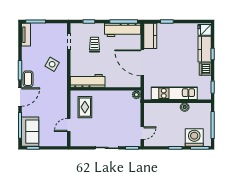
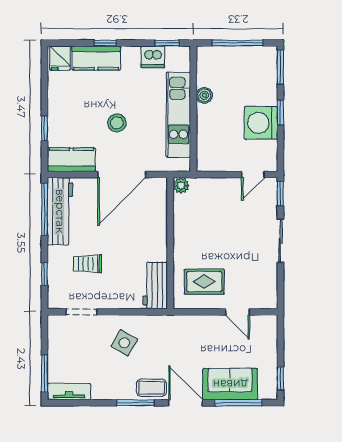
stool: (170, 60) -> (117, 123), added
dishwasher: (205, 69) -> (153, 57), moved
workbench: (88, 81) -> (155, 286), width x0.73
sofa: (30, 132) -> (230, 384), moved
door: (142, 133) -> (253, 175), swing flipped
washing machine: (194, 137) -> (261, 123), moved

